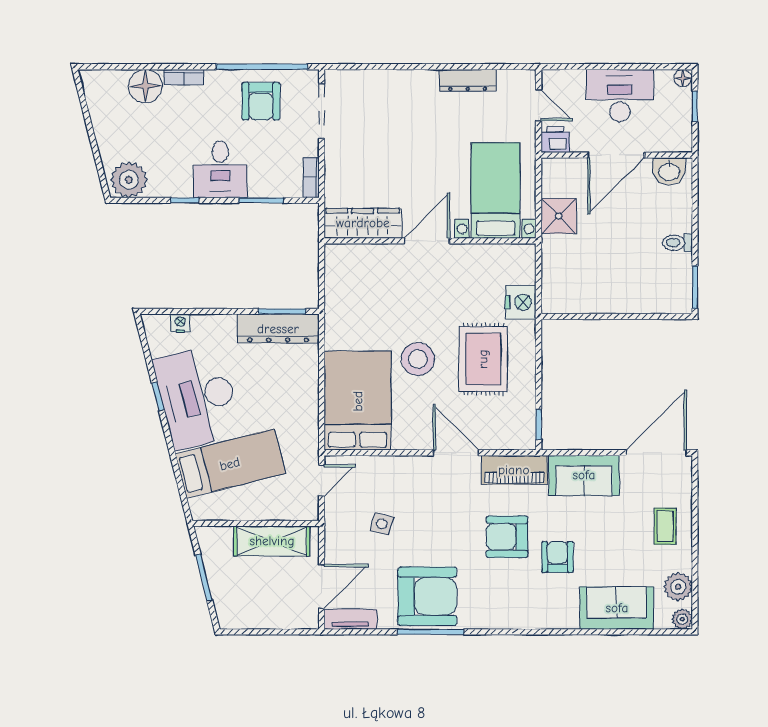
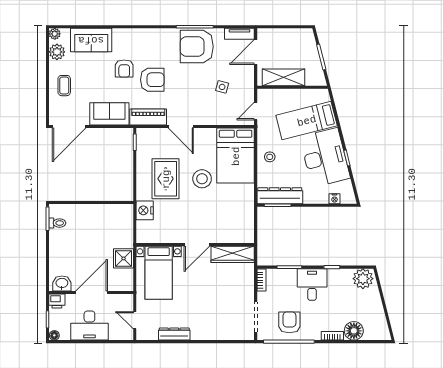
printer: (555, 140) -> (57, 301), moved
toilet: (677, 243) -> (57, 223), moved
stool: (296, 398) -> (270, 157), added

